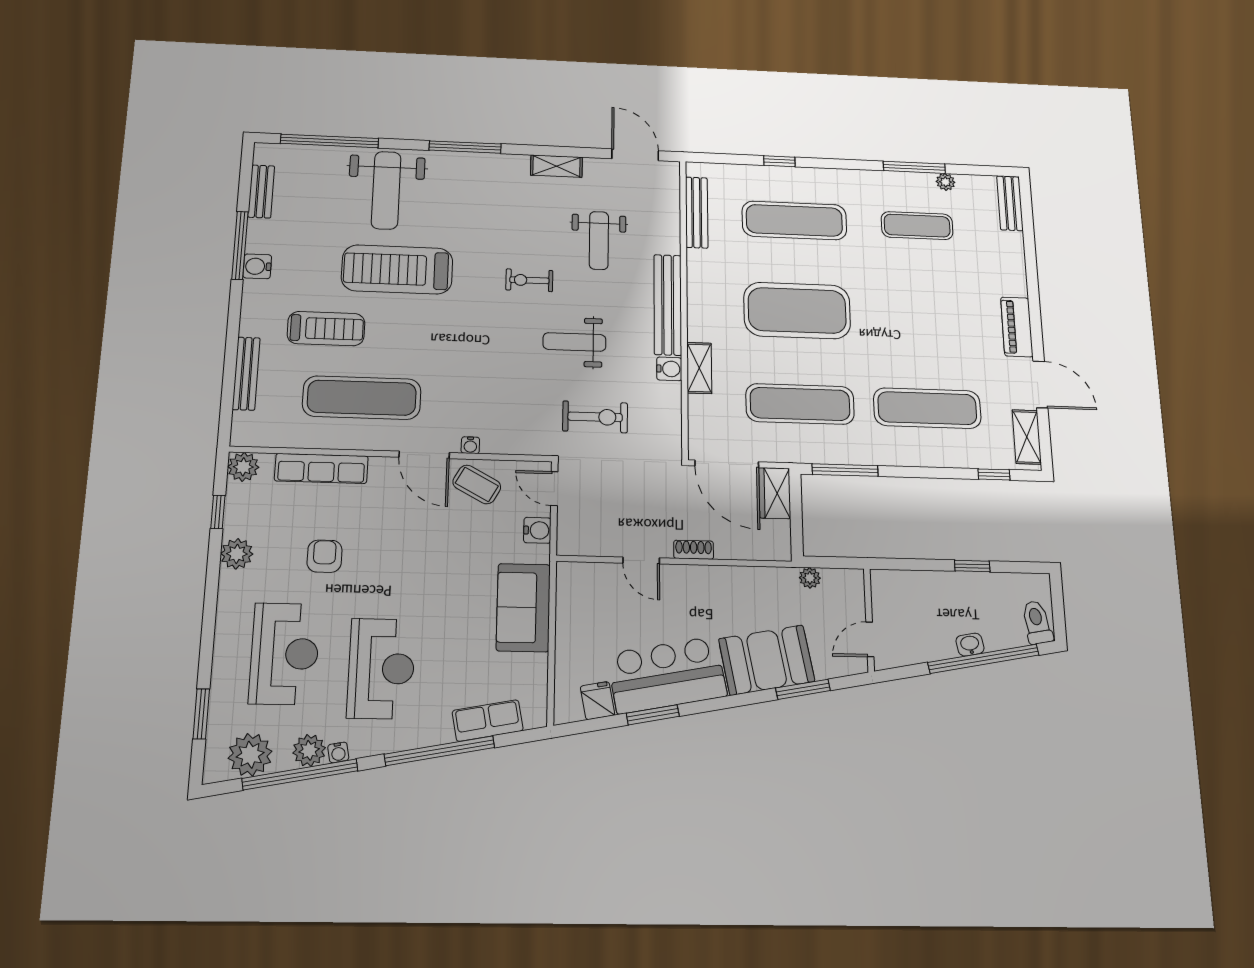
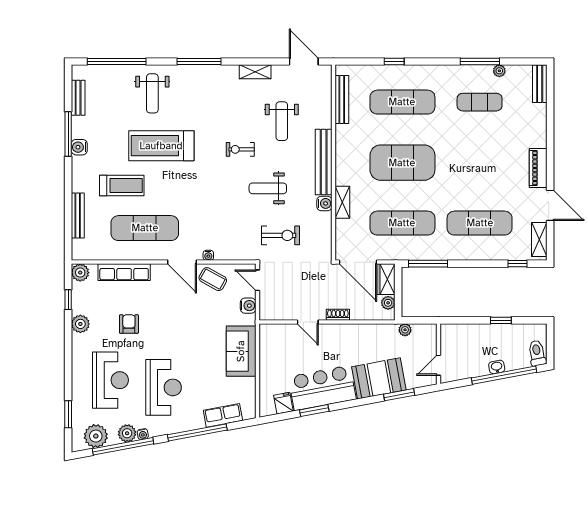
weight bench: (386, 190) -> (152, 93), width x0.73, depth x0.75
plant: (779, 532) -> (388, 303), added

